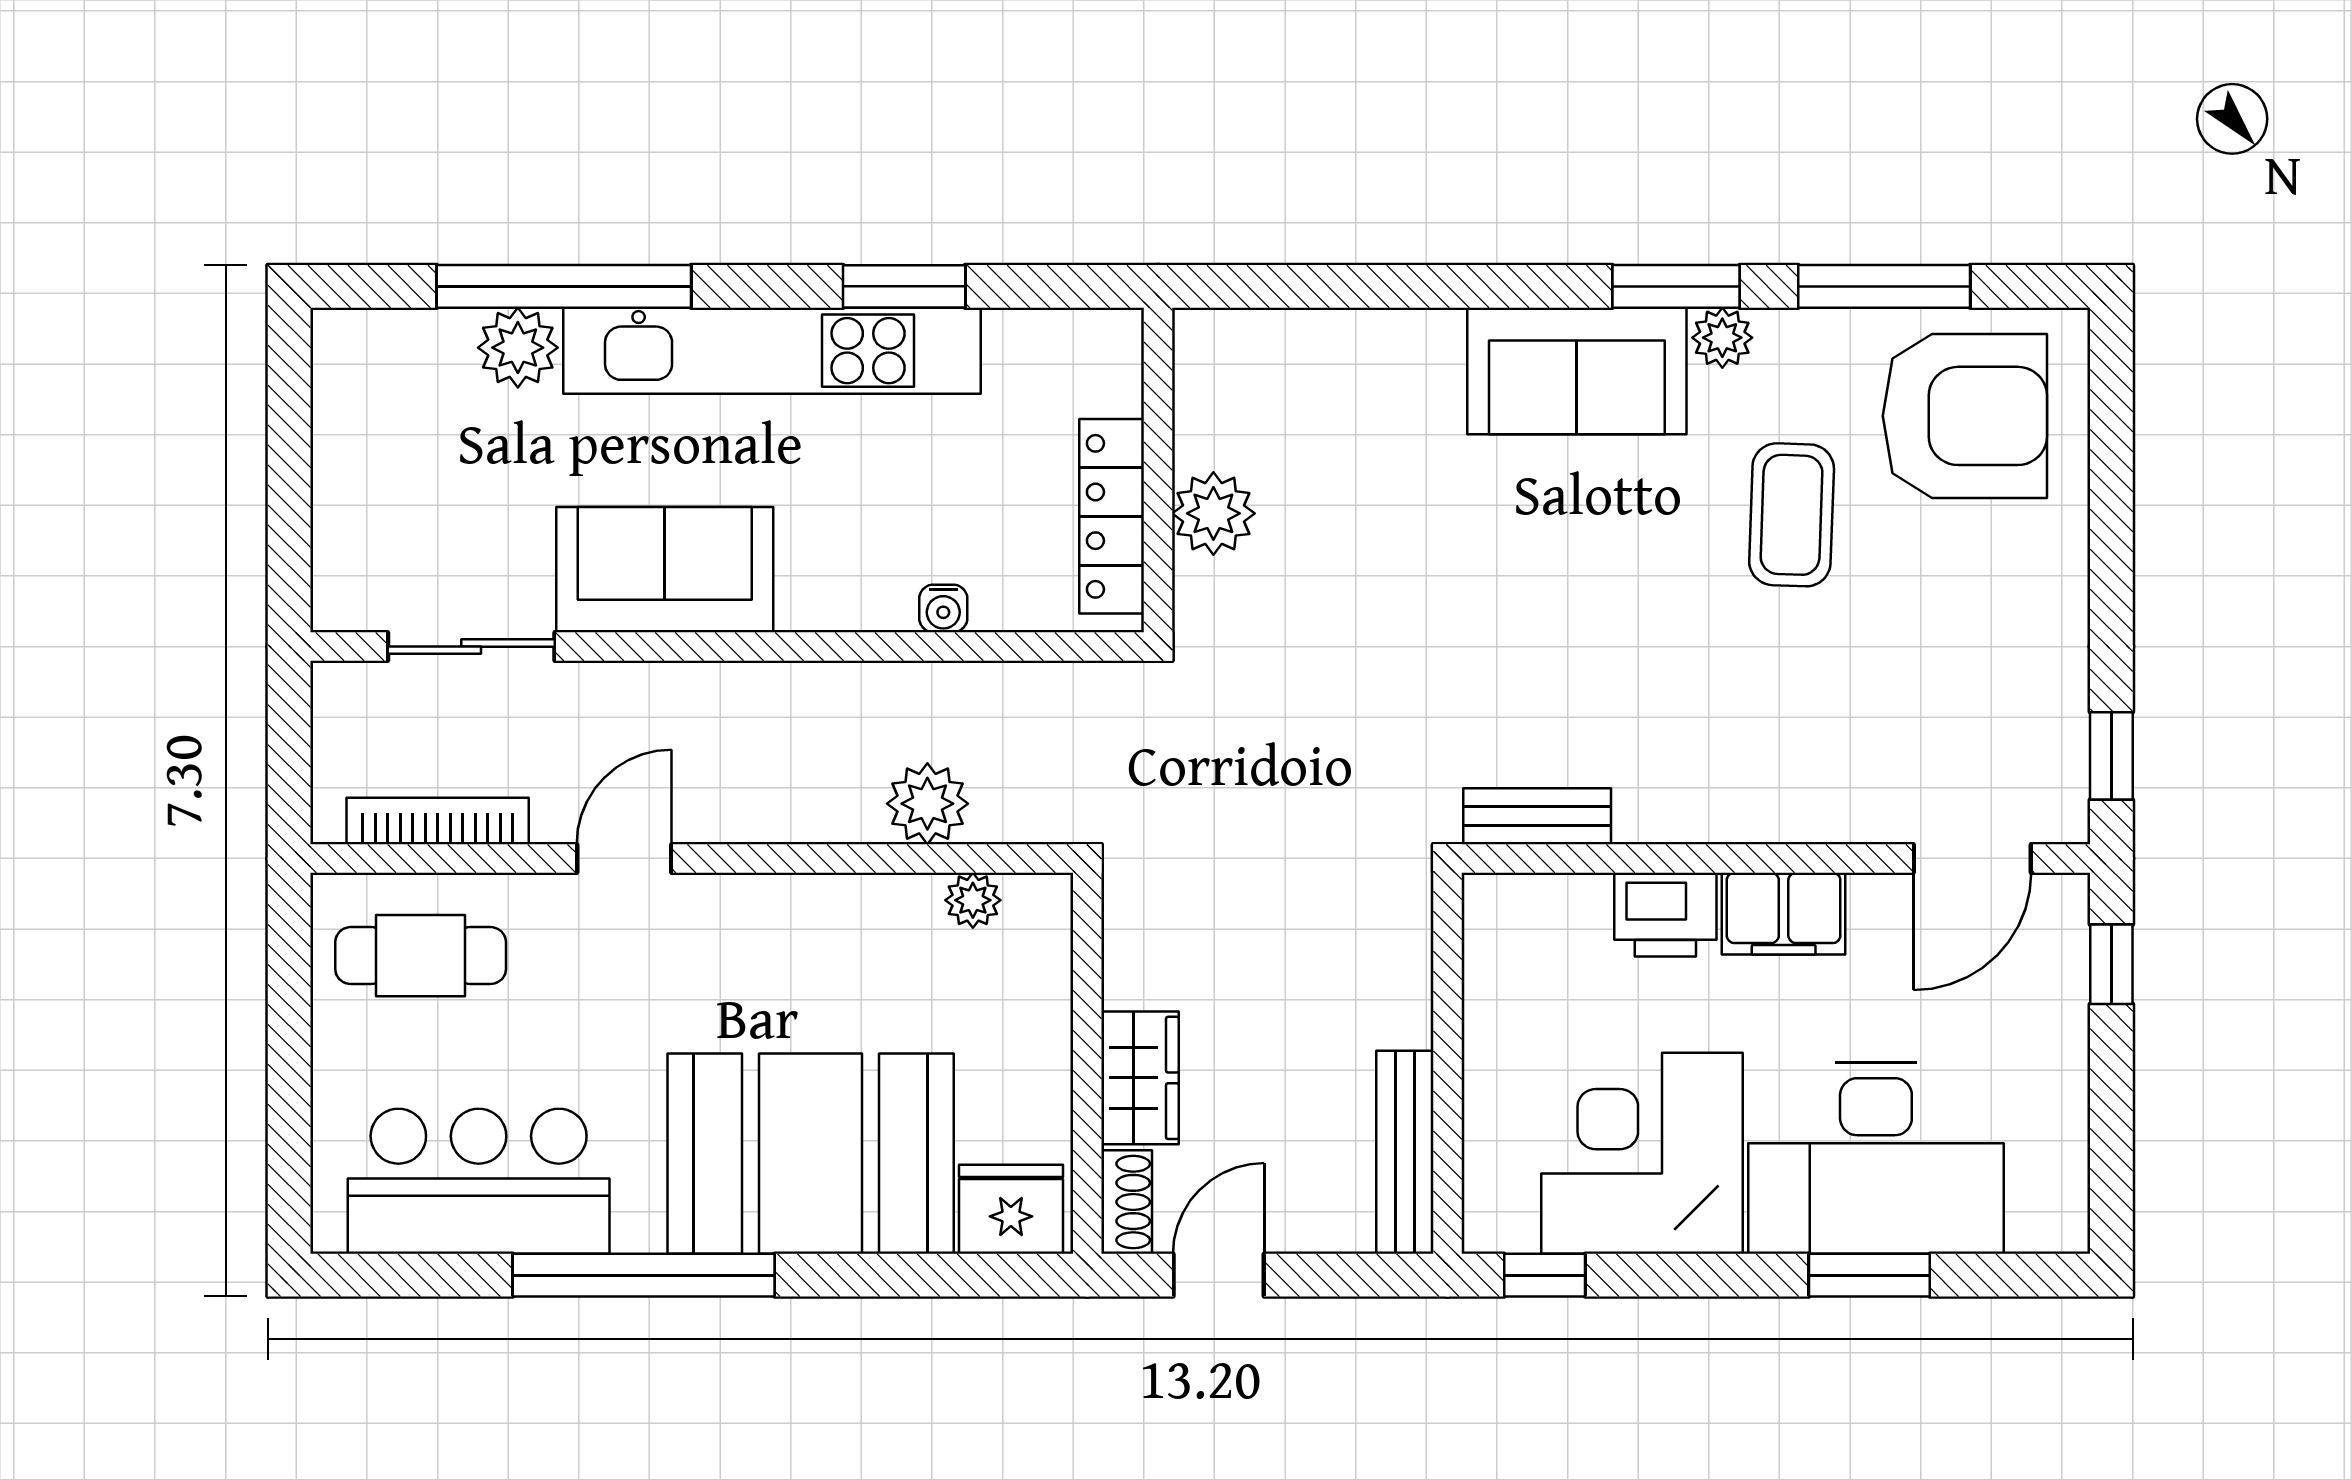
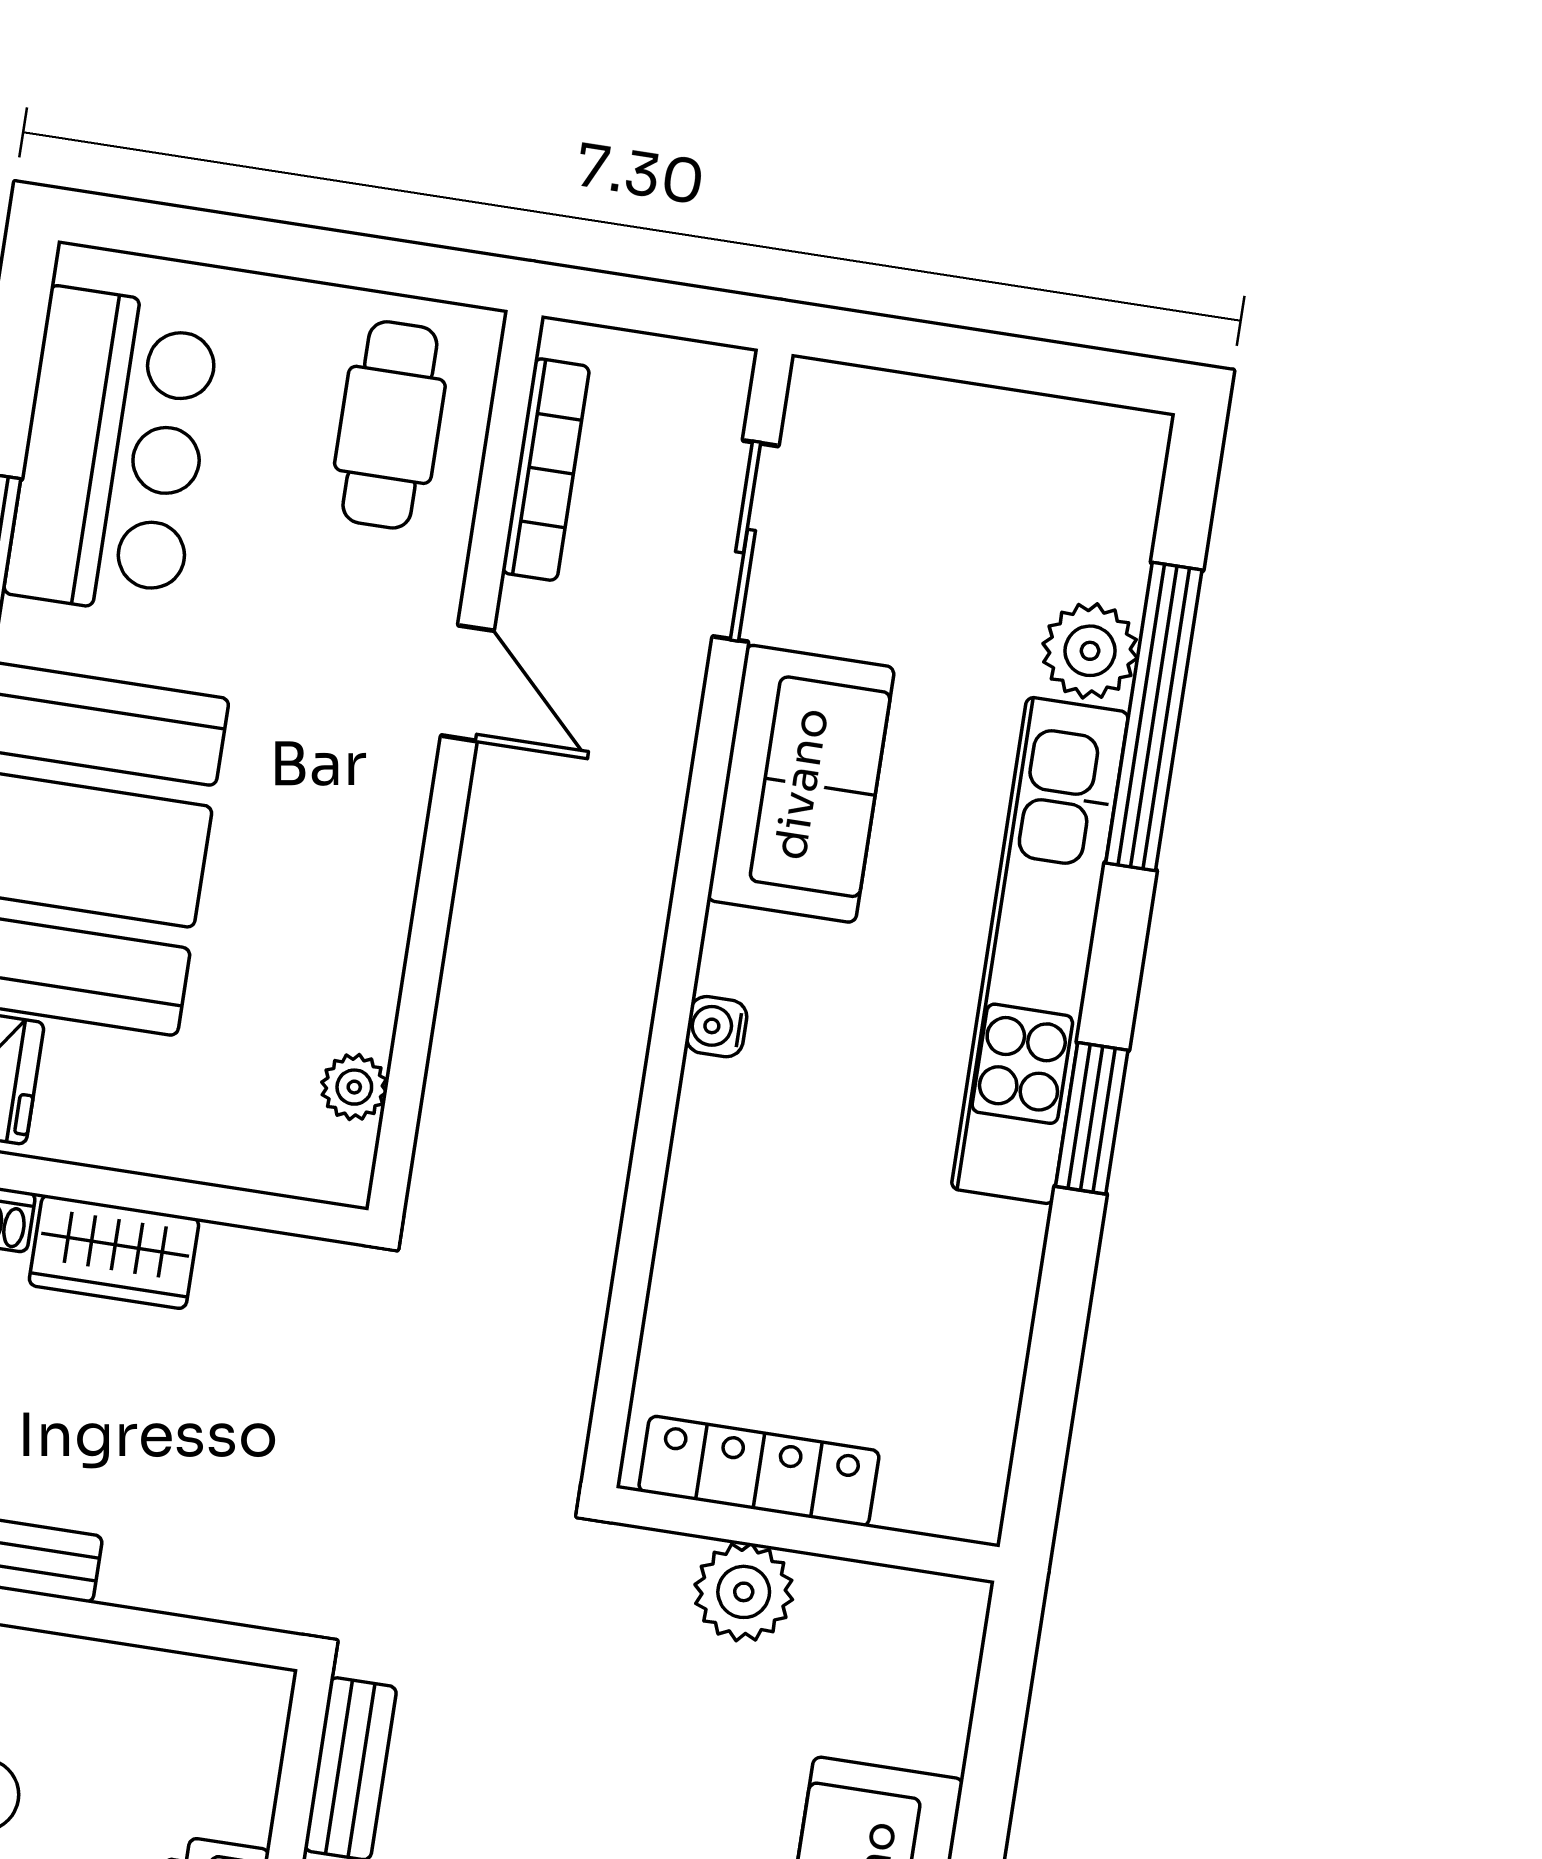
wall: (1158, 470) -> (805, 1534), moved
plant: (1213, 513) -> (744, 1592), moved
locker: (1112, 516) -> (759, 1471), moved
water cooler: (943, 608) -> (716, 1027), moved
plant: (927, 804) -> (477, 1051), removed

